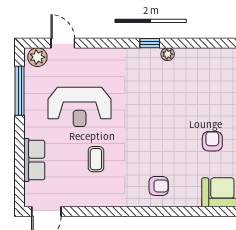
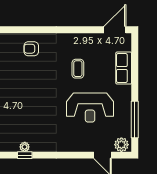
window: (150, 43) -> (25, 155), moved
reception desk: (80, 107) -> (90, 108), turned 180

